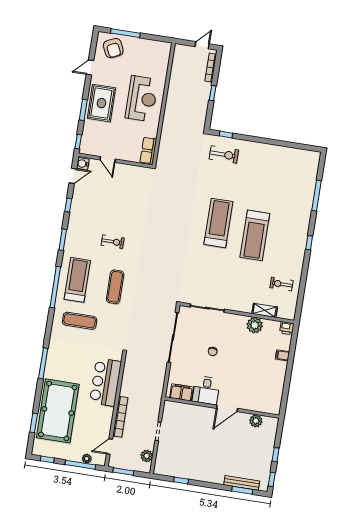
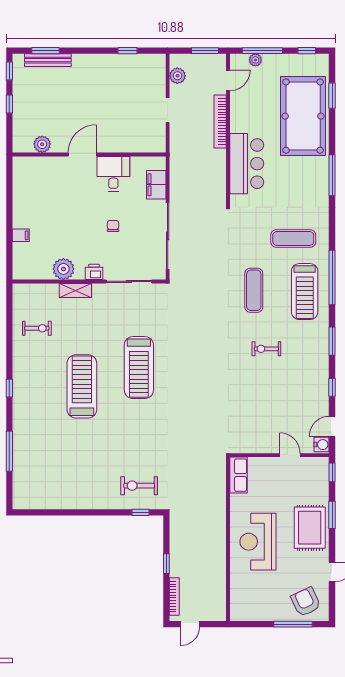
treadmill: (218, 223) -> (139, 368), moved
shelving: (265, 310) -> (75, 290), moved
printer: (287, 328) -> (94, 272), moved
filing cabinet: (181, 392) -> (156, 185), moved, turned 90

